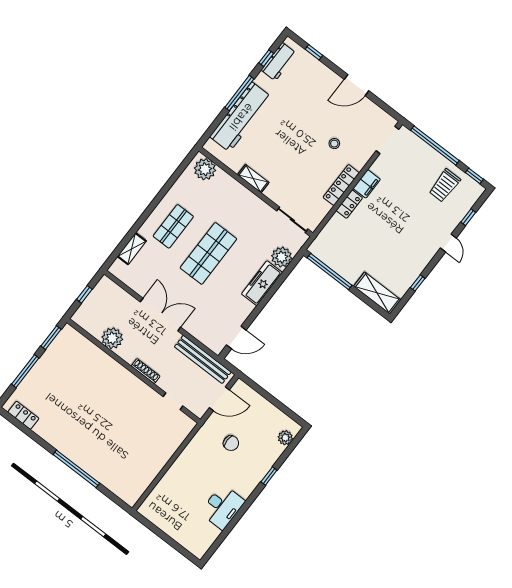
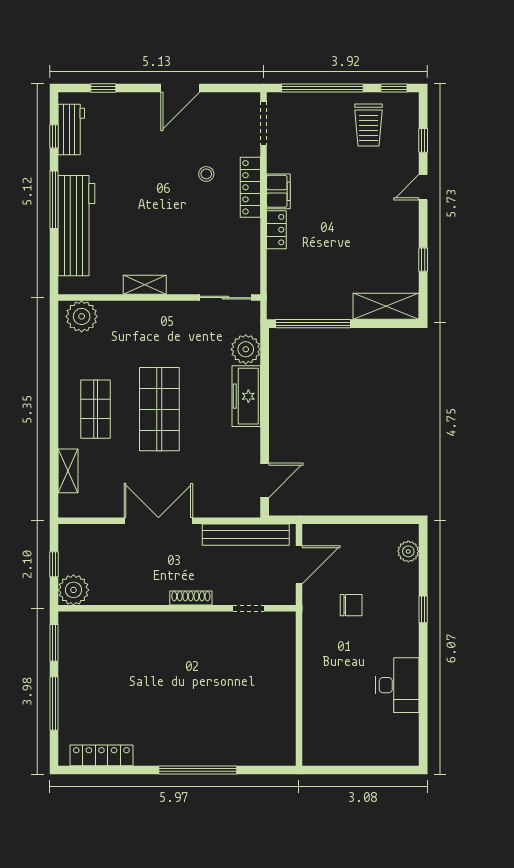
locker: (341, 185) -> (250, 187), moved
door: (448, 243) -> (423, 187), swing flipped
plant: (112, 338) -> (73, 590), moved
locker: (23, 415) -> (101, 755), width x1.53

